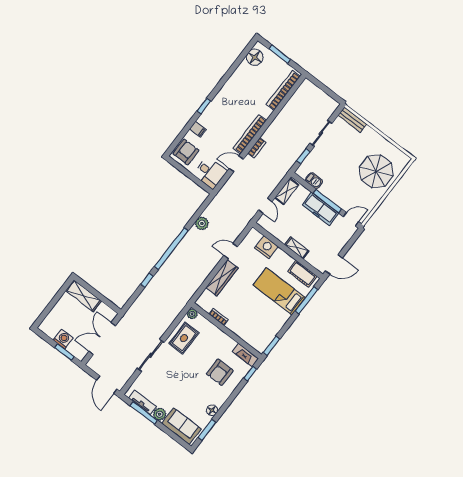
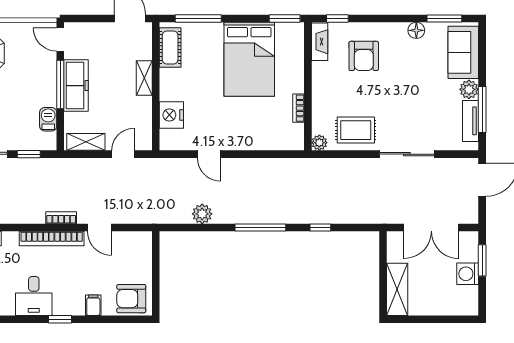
desk: (210, 173) -> (34, 296), moved, turned 180
window: (171, 249) -> (260, 227), width x0.68
wardrobe: (222, 278) -> (249, 140), removed
bed: (279, 291) -> (249, 59), moved, width x1.50
armchair: (220, 372) -> (364, 56), turned 90

